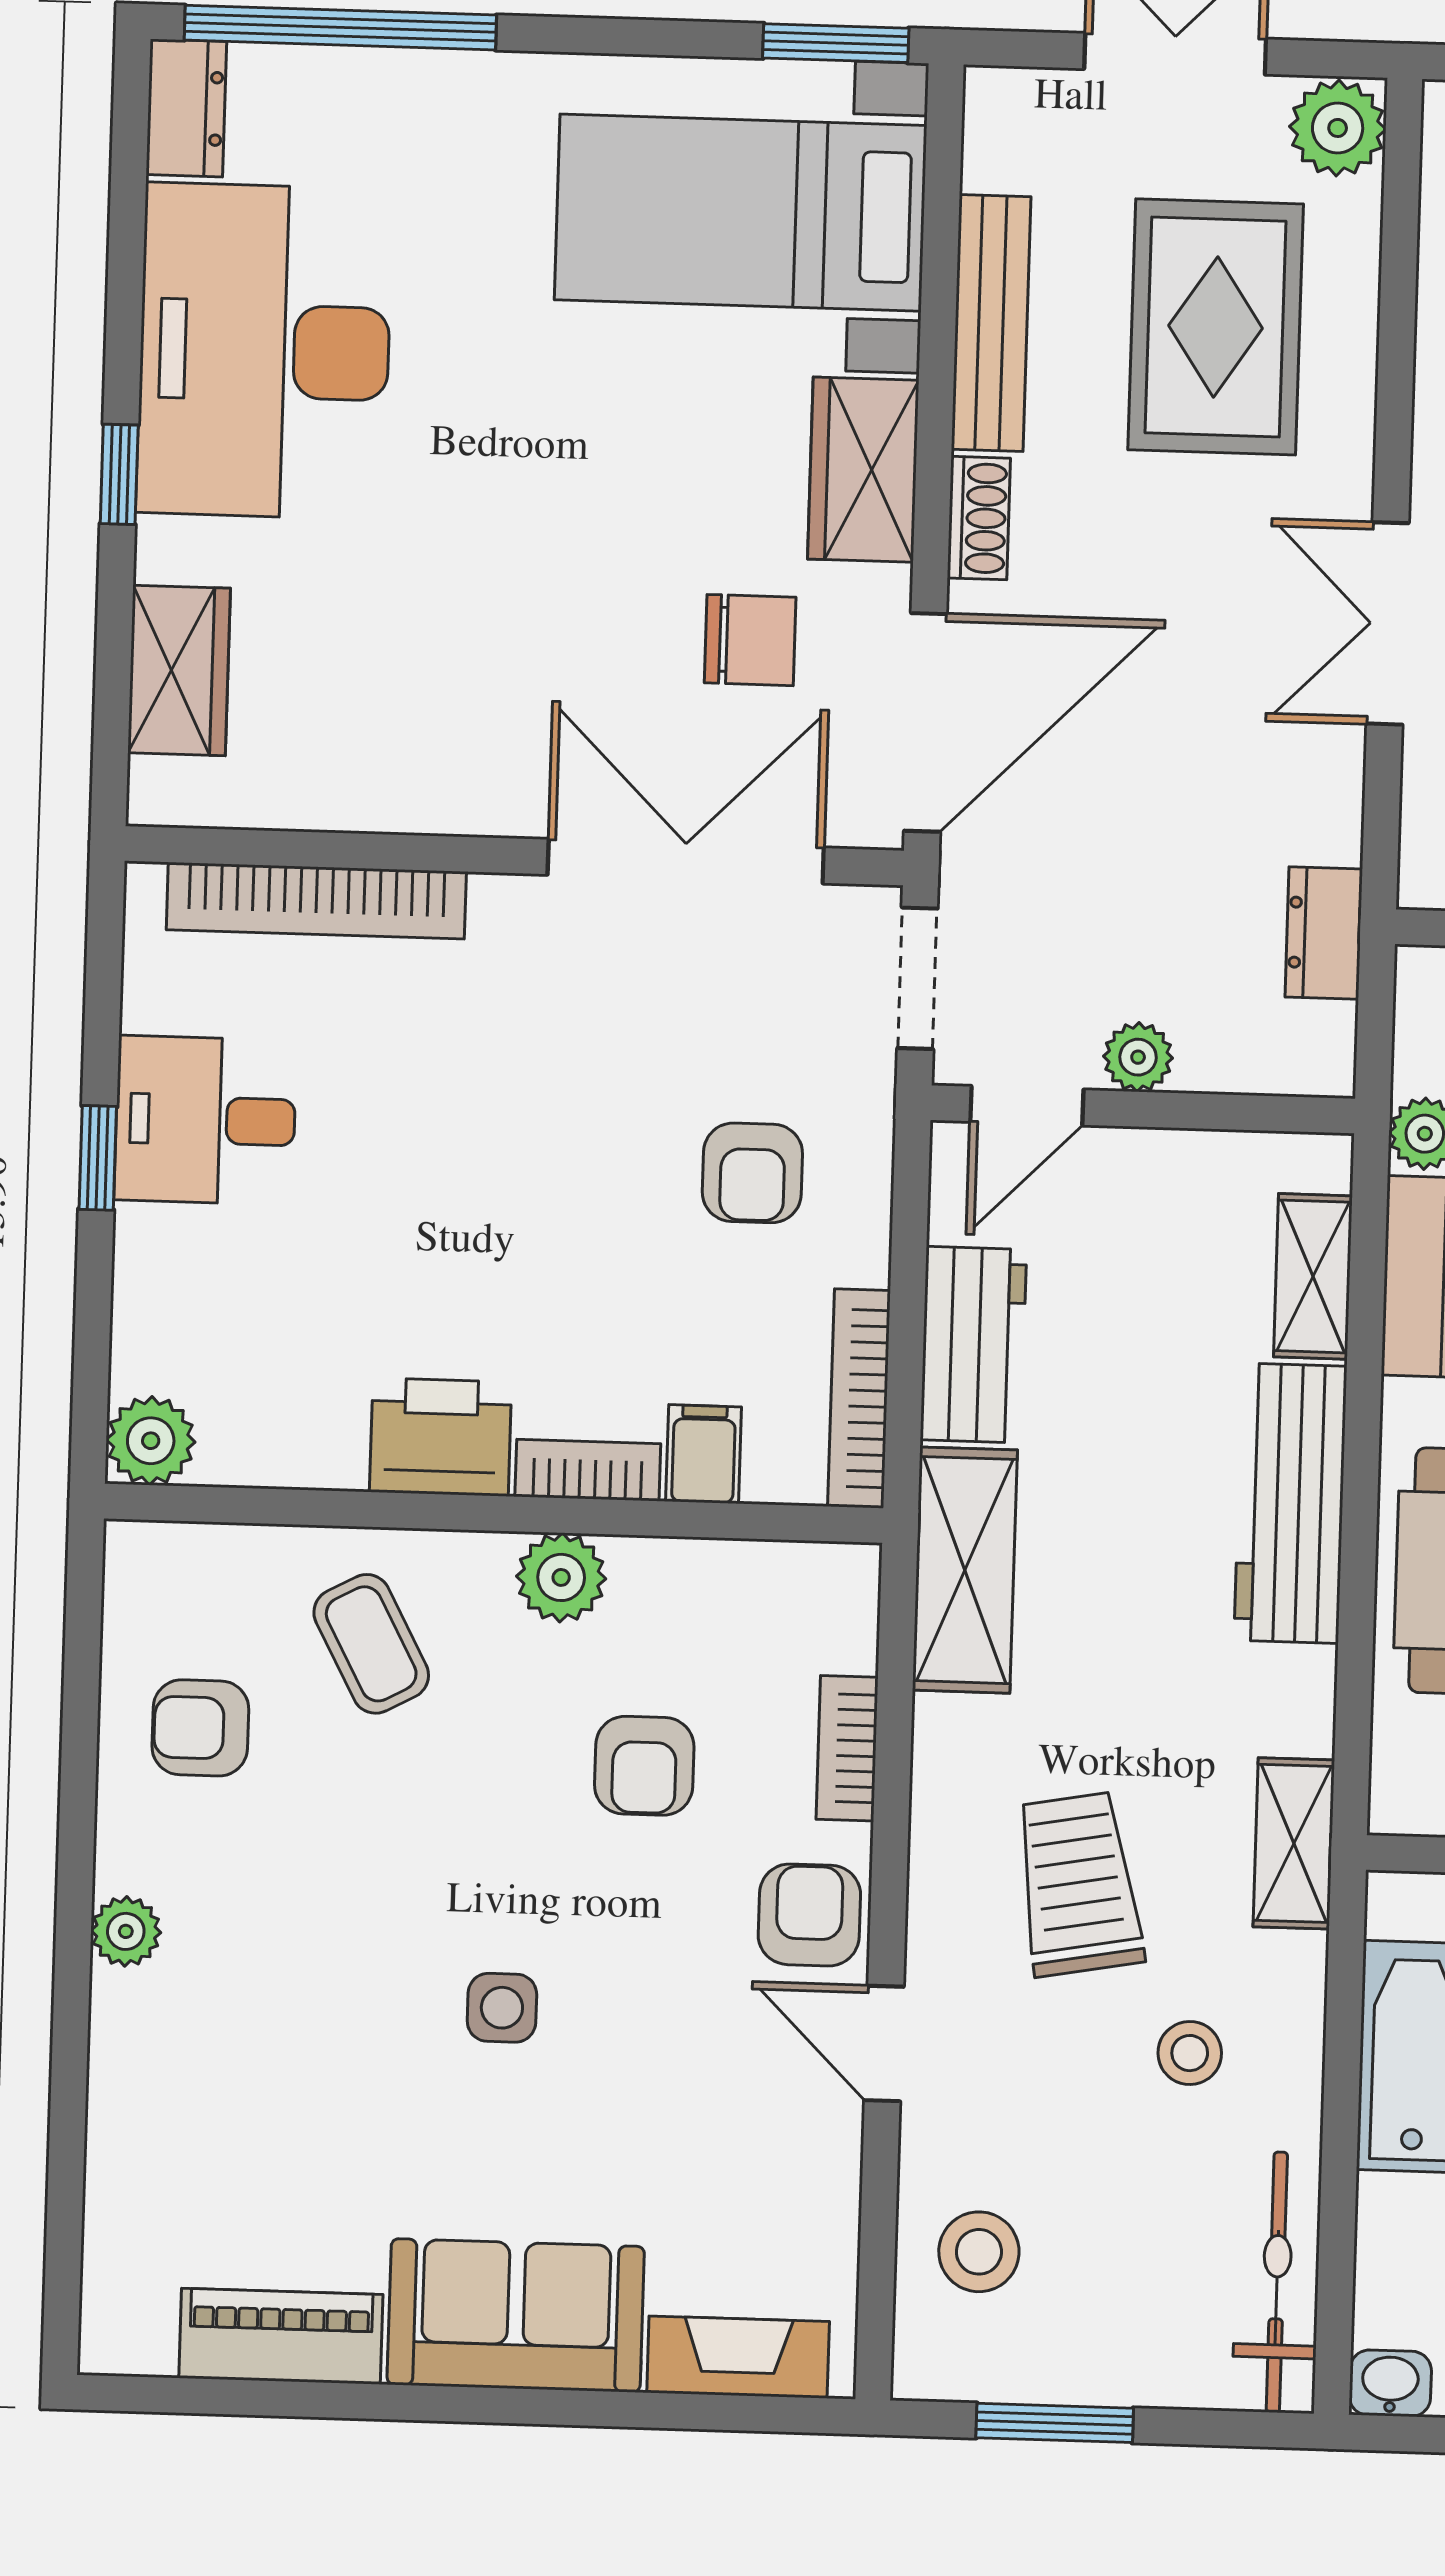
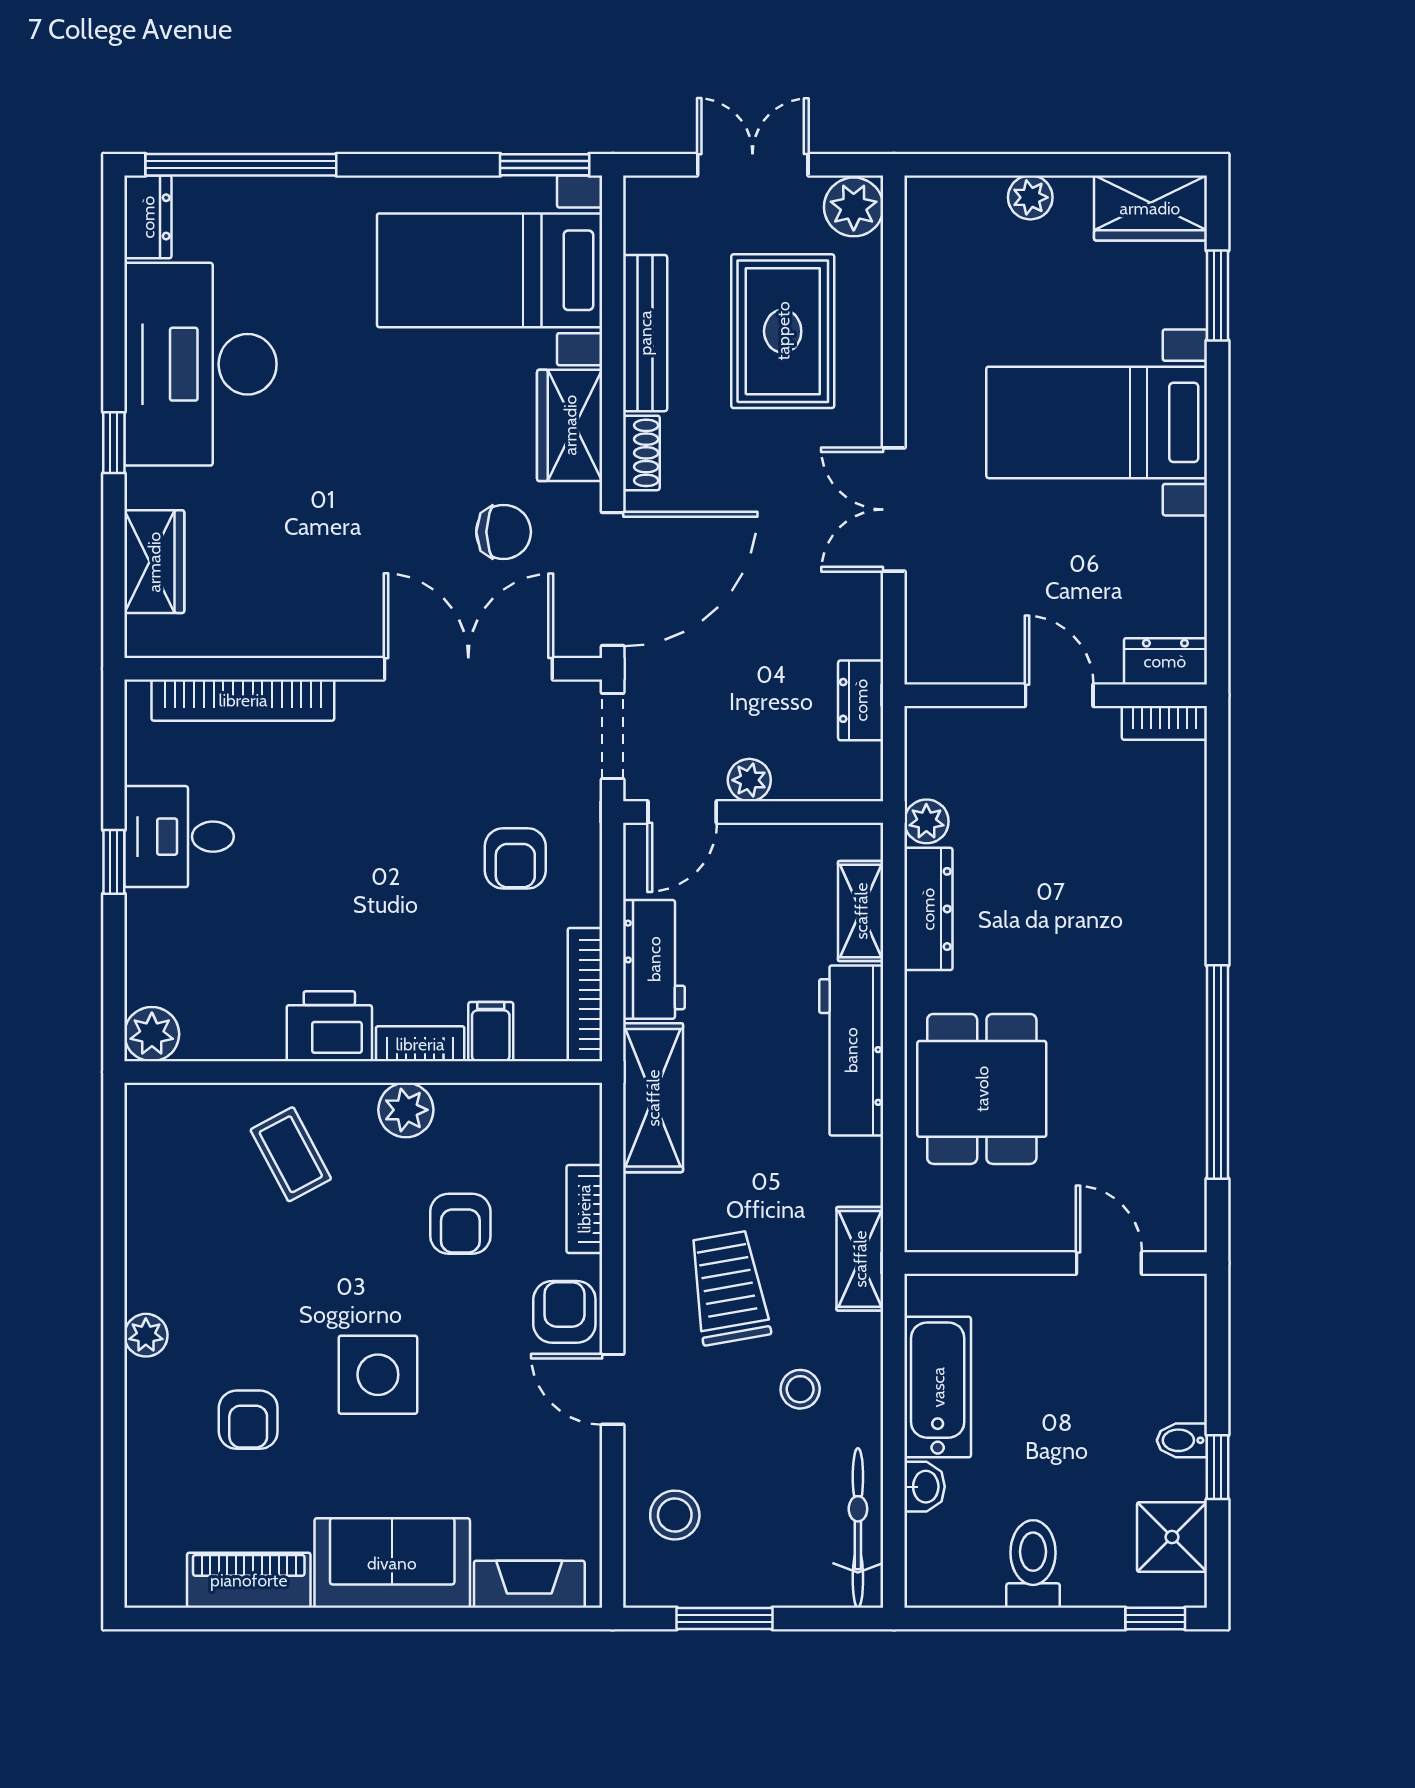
armchair: (200, 1728) -> (248, 1420), moved, turned -90
side table: (502, 2008) -> (378, 1375), width x1.87, depth x1.87
washbasin: (1390, 2383) -> (925, 1487), moved, turned 90

